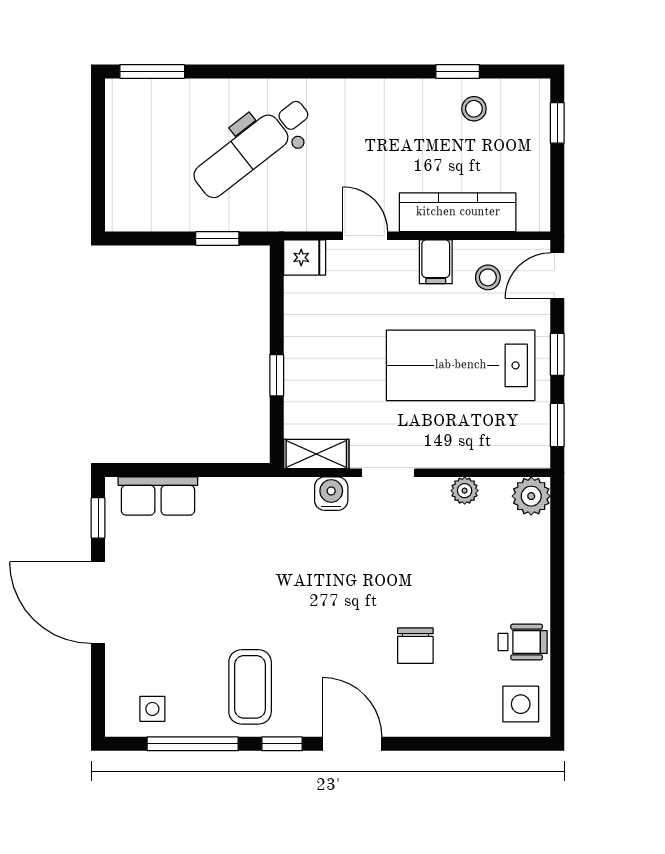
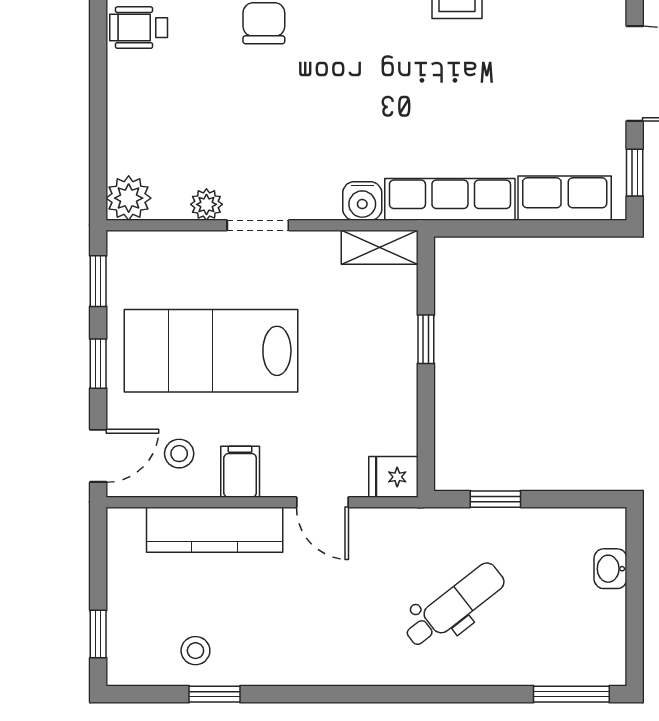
dental chair: (252, 148) -> (454, 605), width x0.73, depth x0.72
washbasin: (119, 179) -> (610, 569), added
lab bench: (461, 365) -> (211, 351), turned 180
doorway: (388, 473) -> (258, 225), moved
row of seats: (256, 495) -> (450, 199), added

